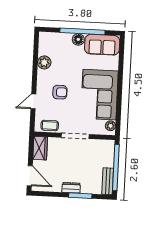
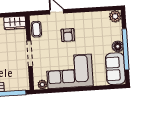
plant: (44, 62) -> (115, 16), moved

